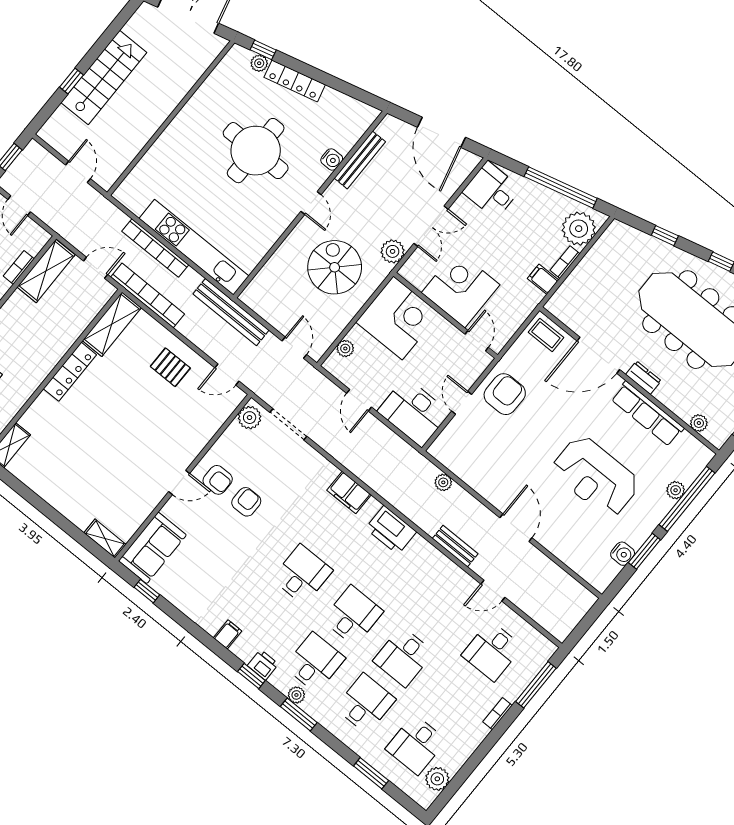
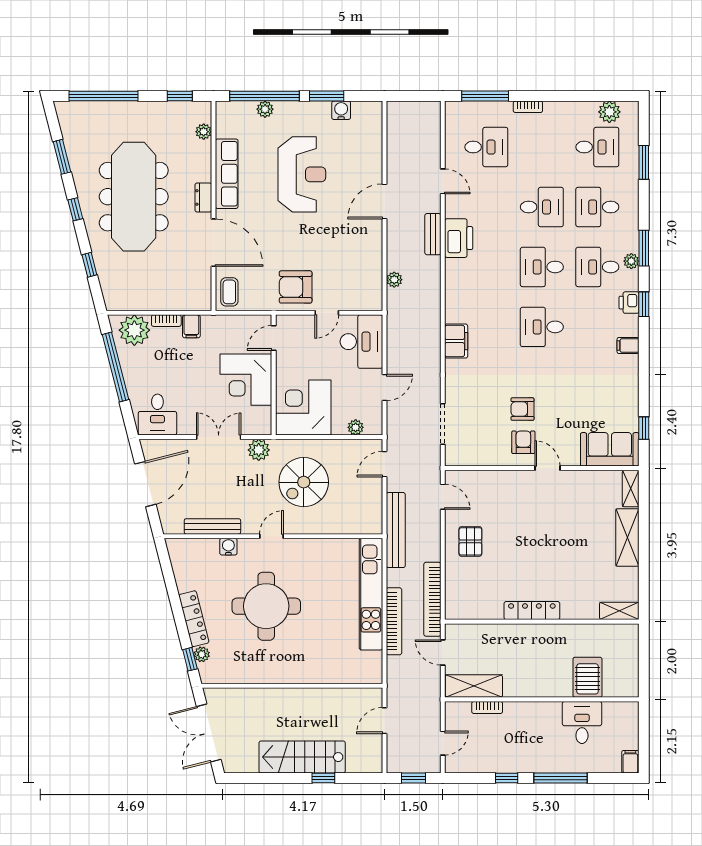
shelving: (112, 324) -> (627, 538), moved, turned 90
plant: (250, 418) -> (460, 456), removed
printer: (391, 530) -> (459, 238), moved

